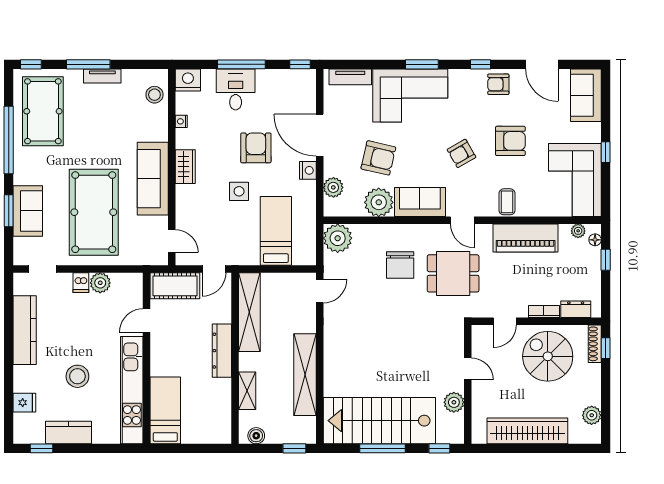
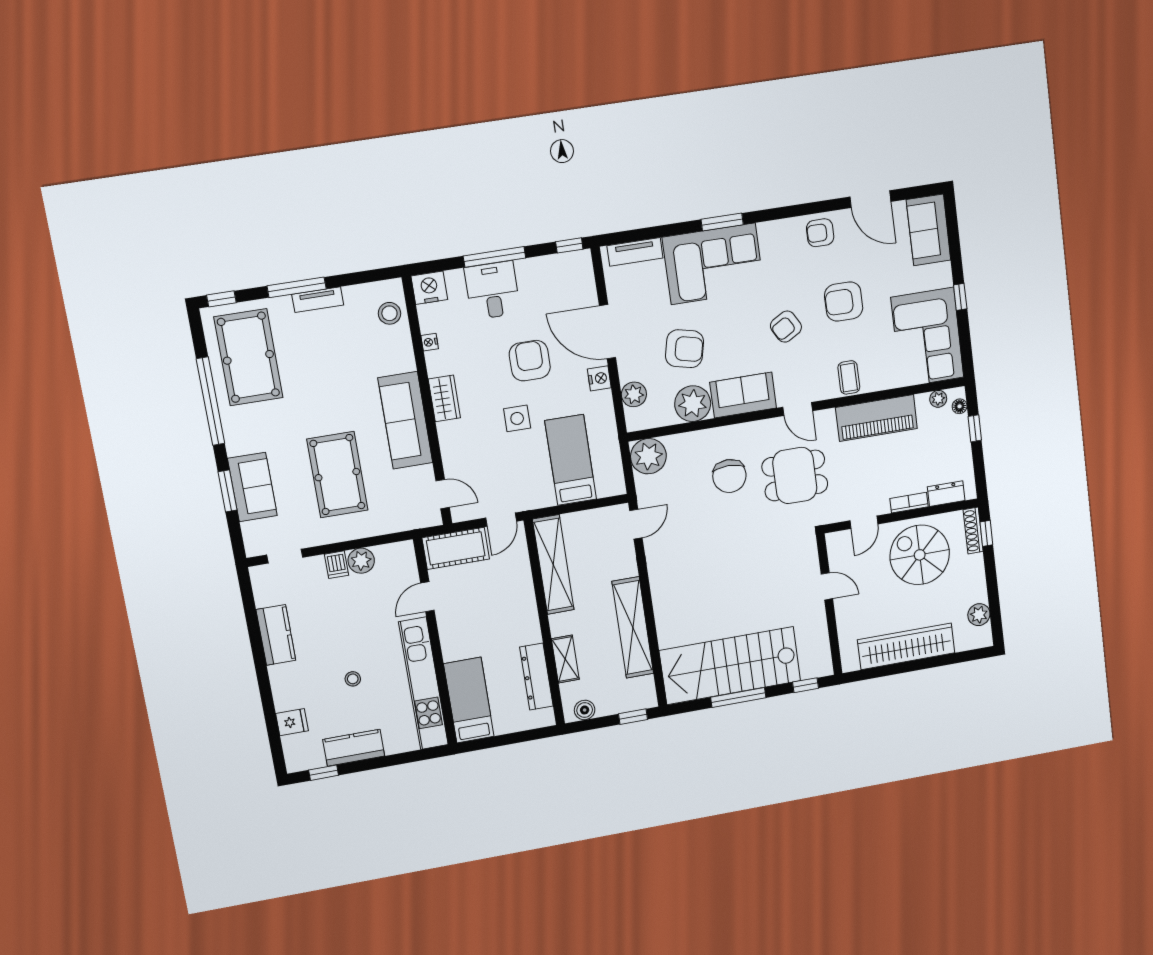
window: (481, 64) -> (795, 211), removed
armchair: (510, 141) -> (844, 302), turned 180
pool table: (94, 212) -> (337, 475), width x0.73, depth x0.76
kitchen counter: (25, 330) -> (276, 635), width x0.67
dresser: (222, 351) -> (536, 677), moved
stool: (77, 376) -> (353, 679), width x0.53, depth x0.53
plant: (454, 402) -> (816, 628), removed

